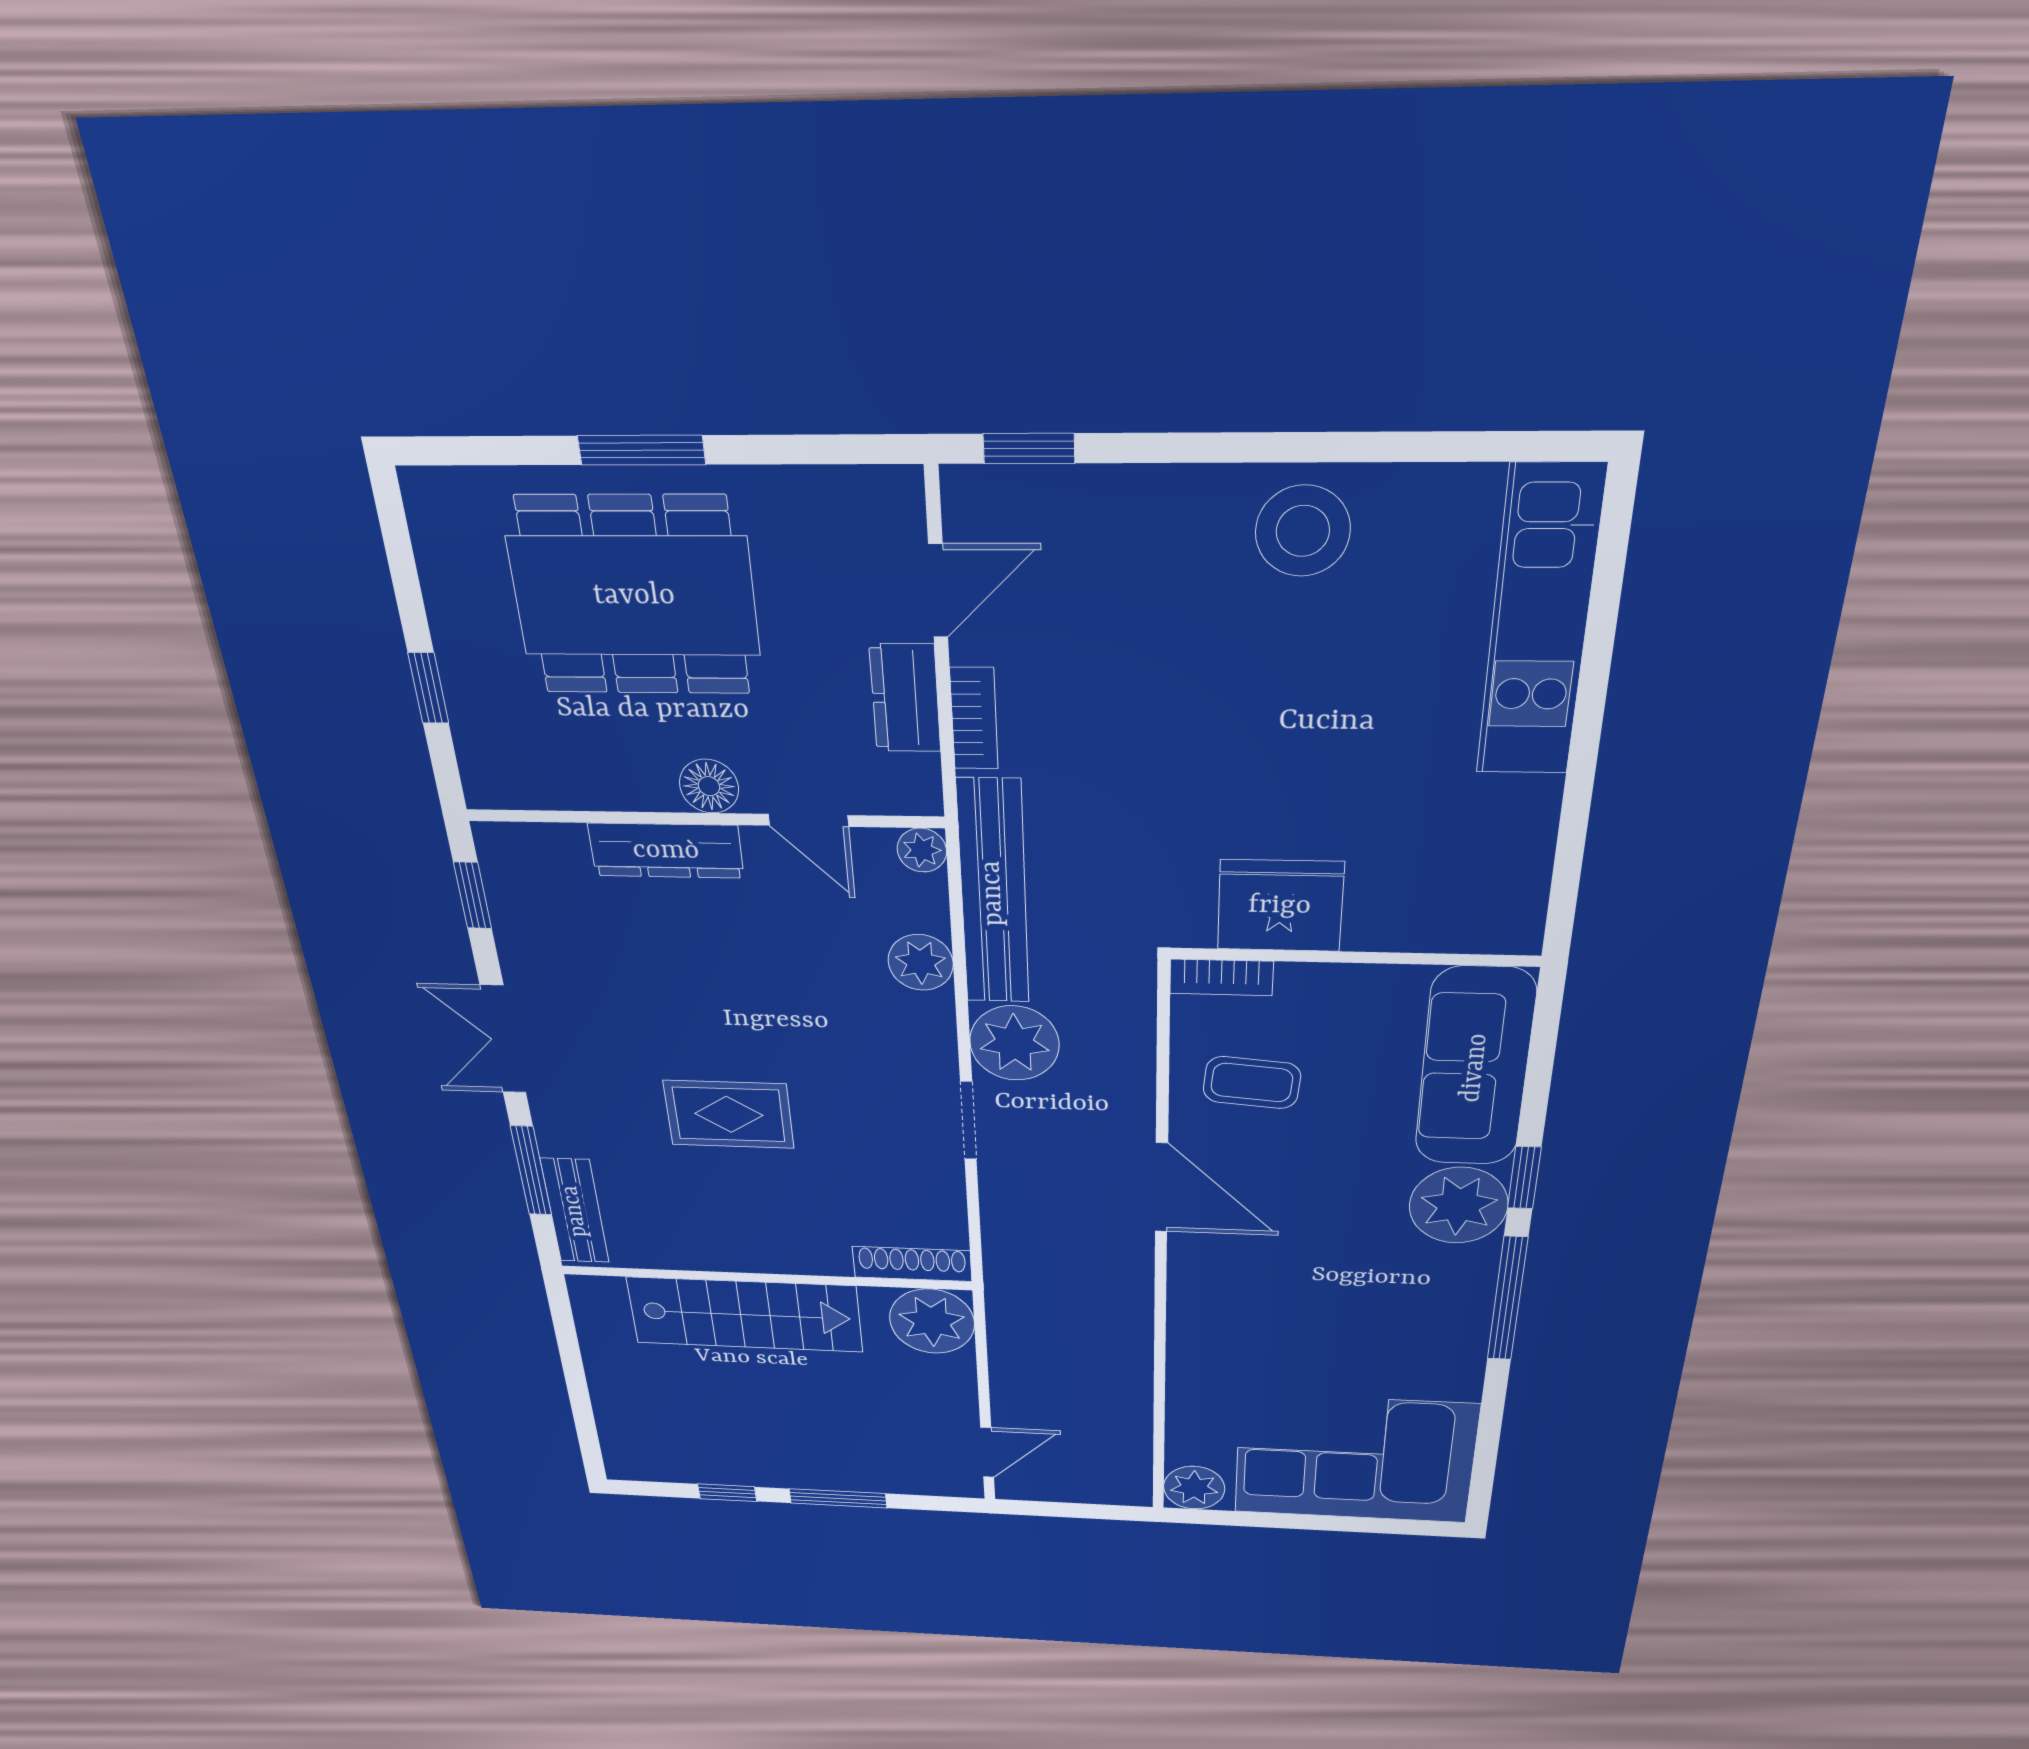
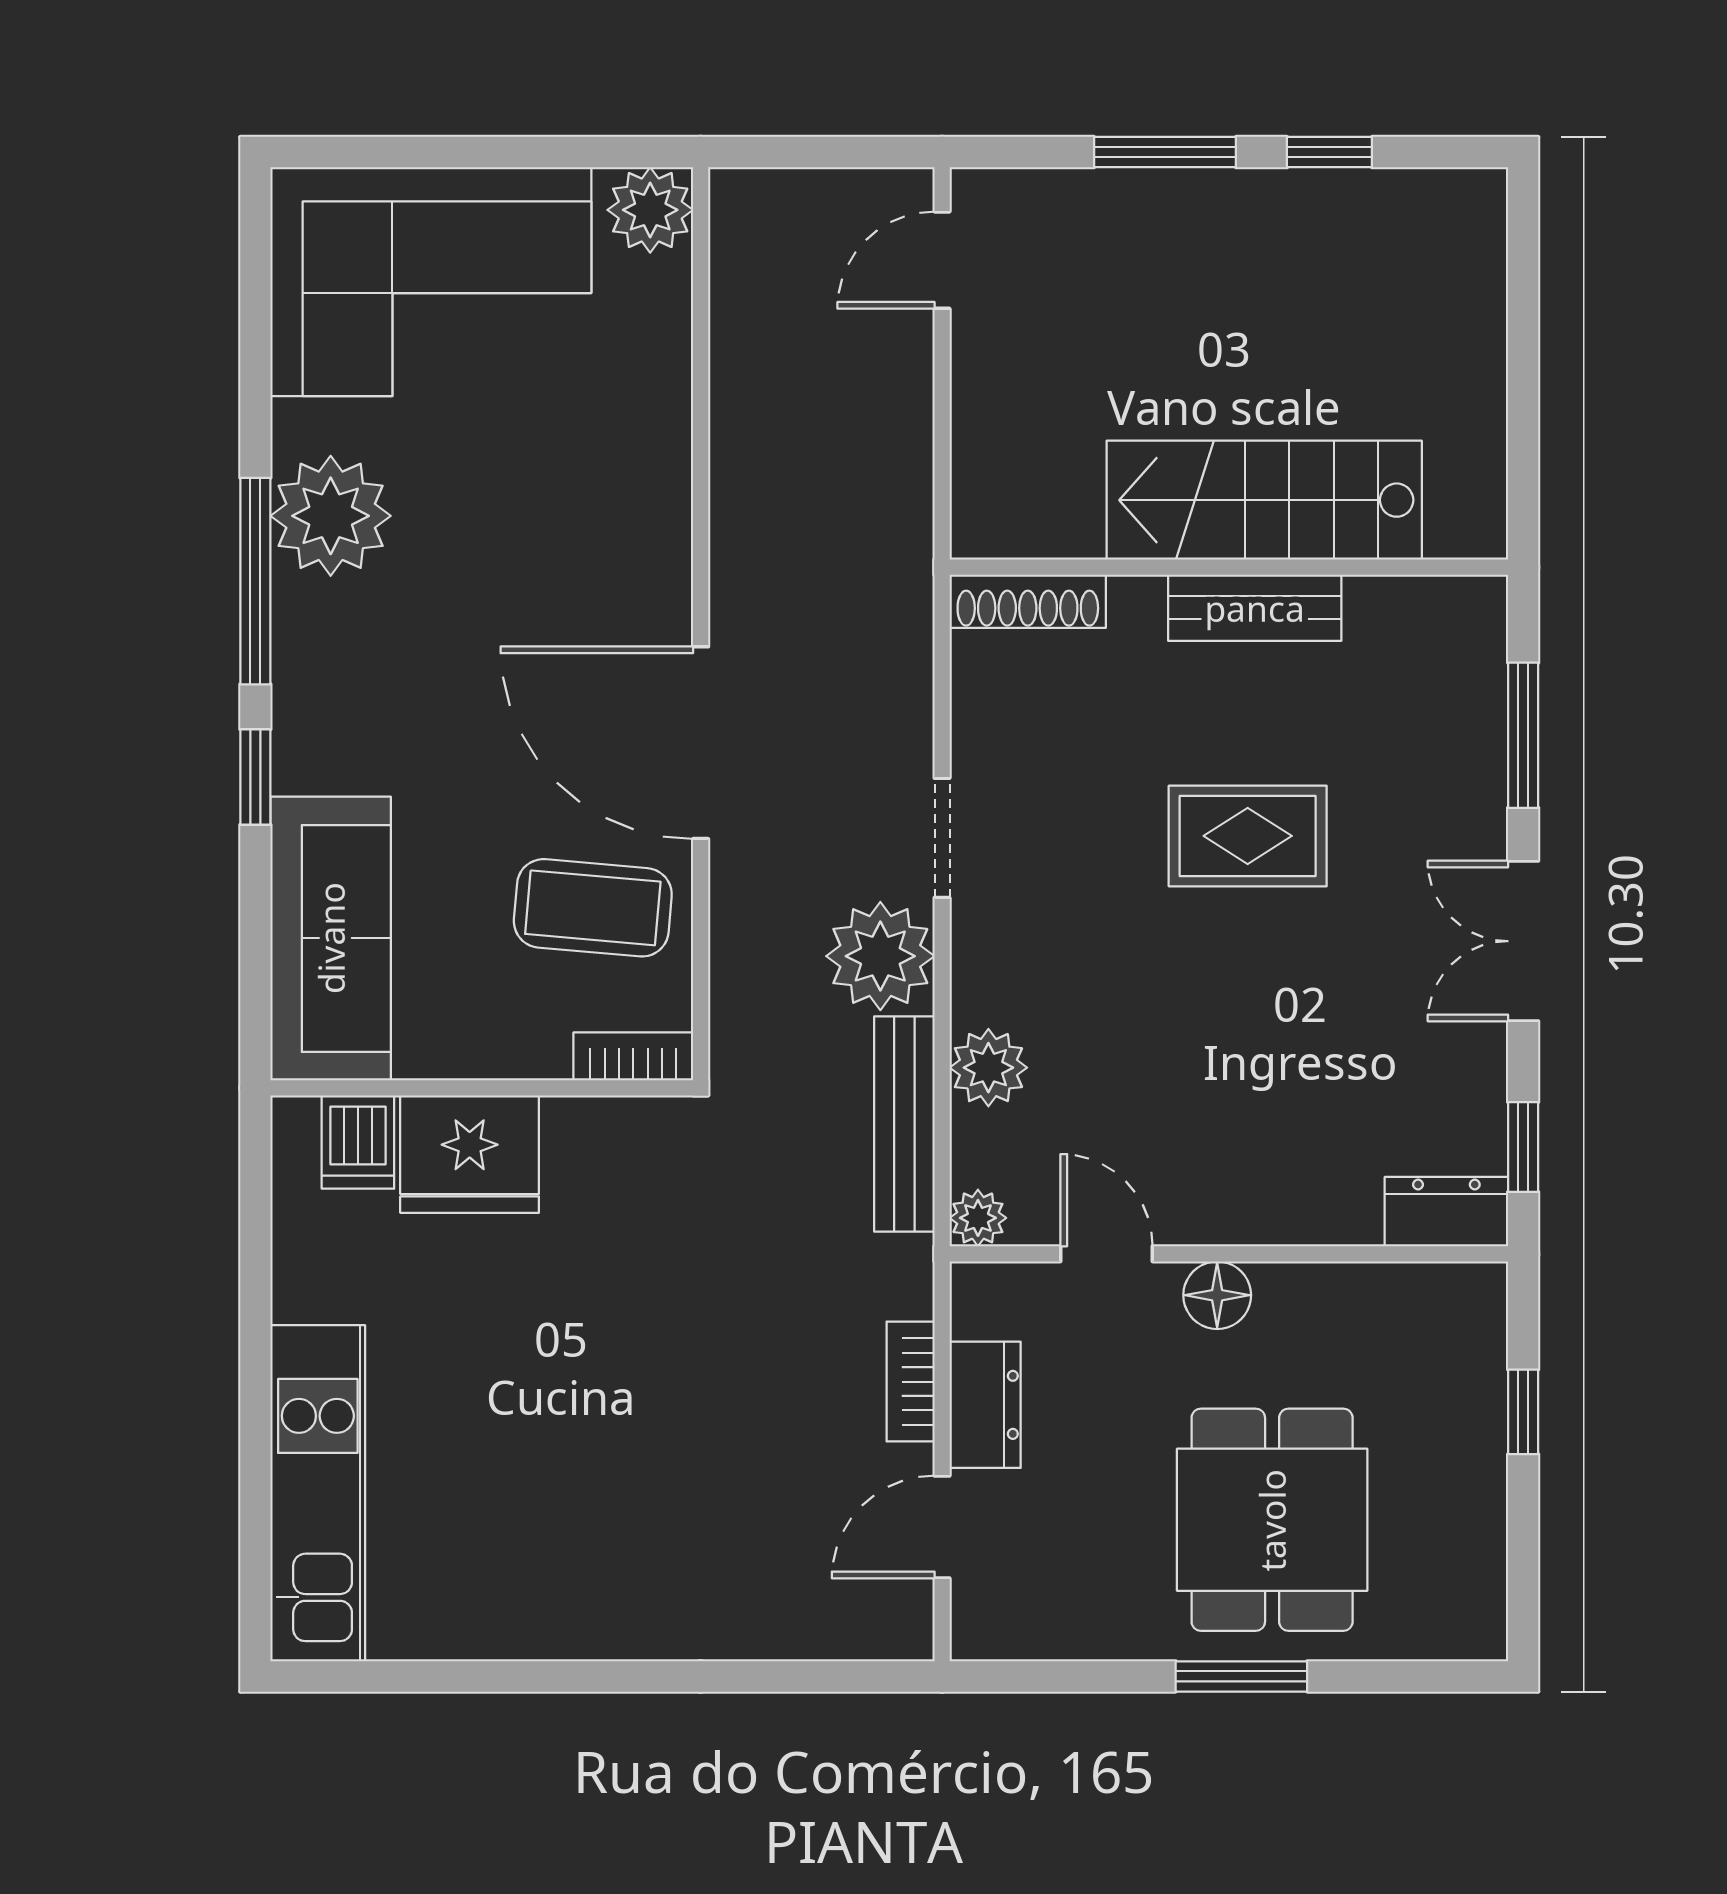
window: (1029, 448) -> (841, 1676), removed
stool: (1303, 531) -> (564, 1592), removed
dining table: (634, 596) -> (1272, 1520), width x0.73
dresser: (666, 851) -> (1446, 1212), moved, width x0.70
bench: (993, 893) -> (904, 1124), width x0.73, depth x0.82
fridge: (1280, 906) -> (470, 1154), moved
dishwasher: (1467, 919) -> (358, 1142), added
double door: (503, 1039) -> (1523, 941), swing flipped
coffee table: (1252, 1083) -> (593, 908), width x1.36, depth x1.30
door: (1161, 1188) -> (701, 743), width x1.36
plant: (1459, 1205) -> (331, 516), moved
bench: (575, 1211) -> (1255, 608), moved, turned 90
plant: (932, 1321) -> (1007, 502), removed

